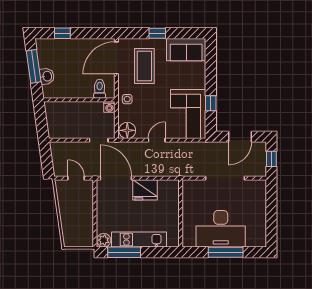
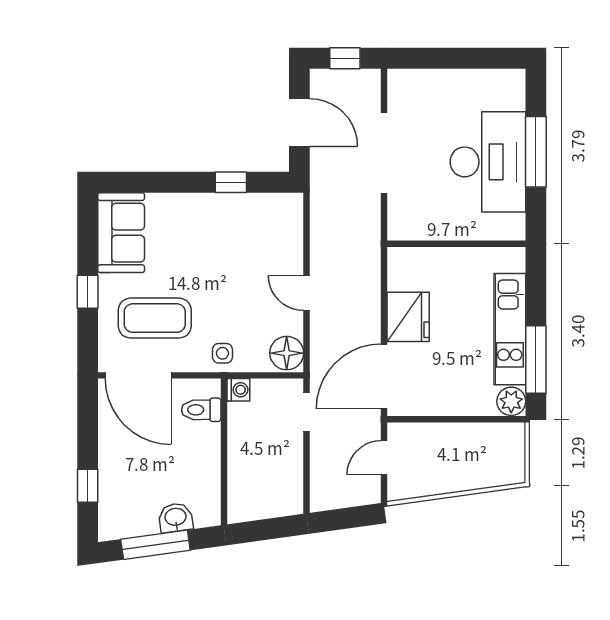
corner sofa: (188, 114) -> (253, 229), removed

